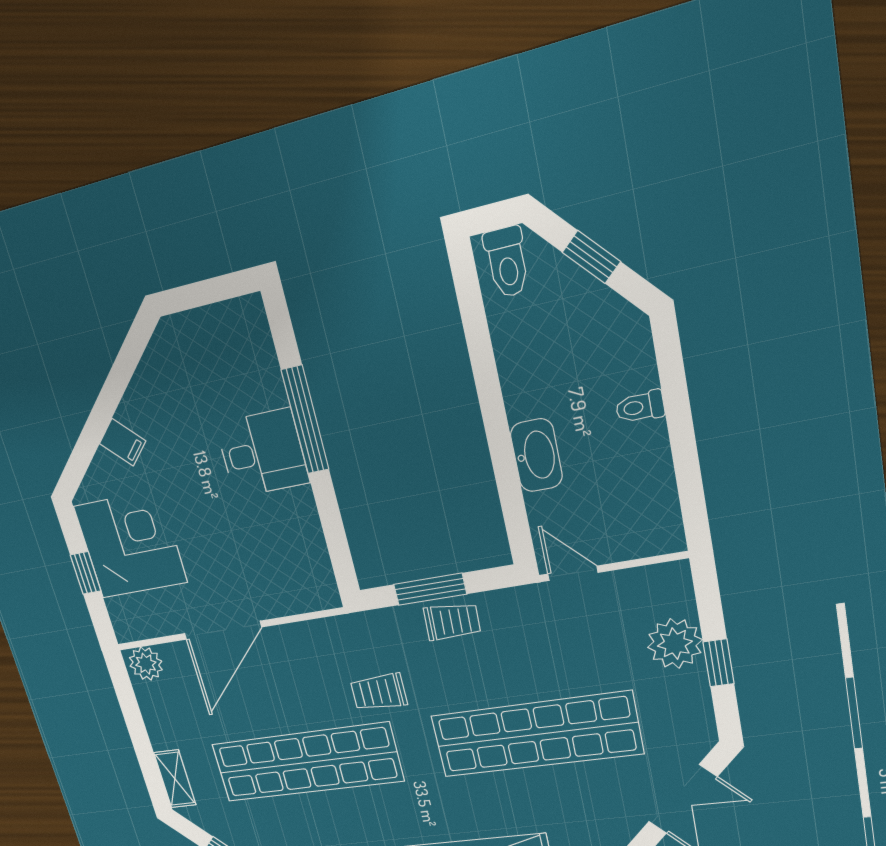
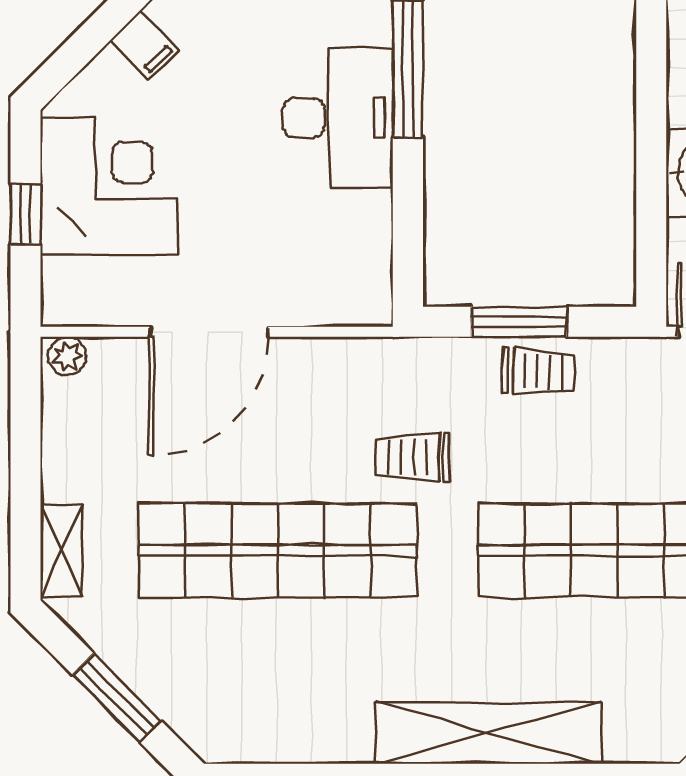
desk: (262, 453) -> (338, 118), width x1.37
plant: (146, 664) -> (67, 356), width x0.73, depth x0.73

